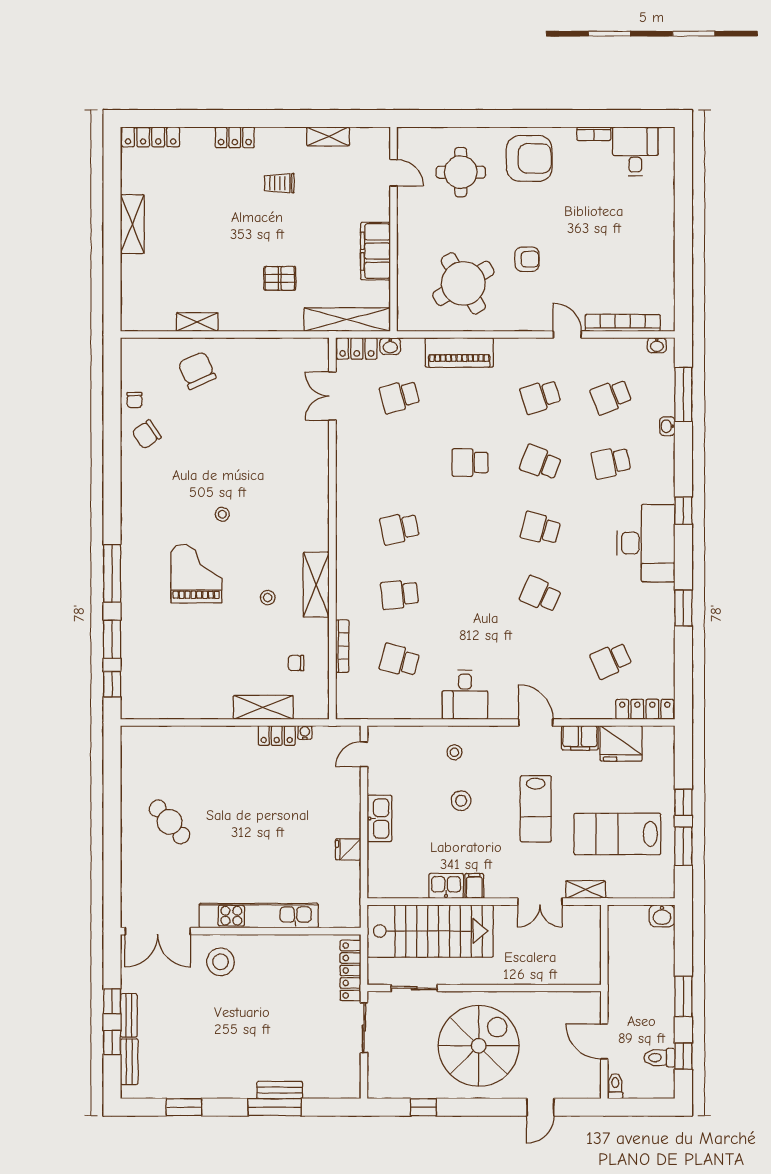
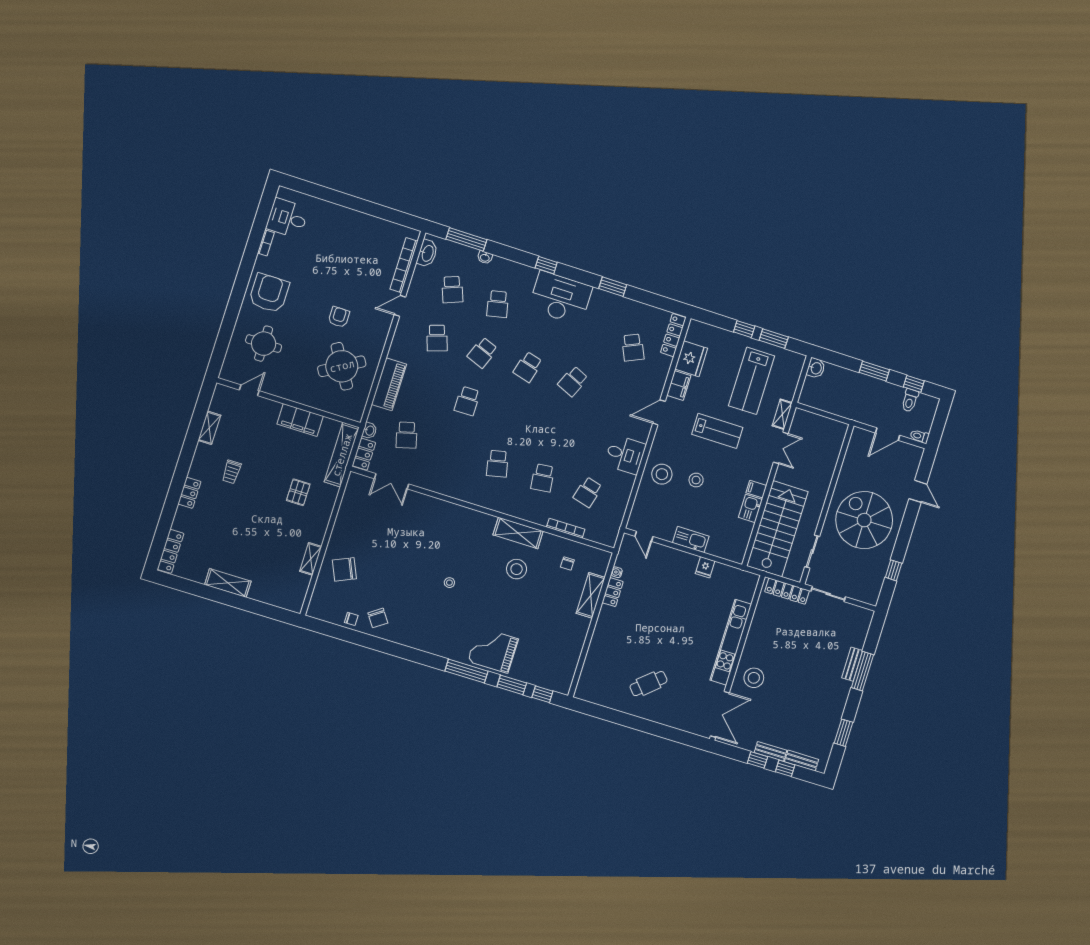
washbasin: (657, 345) -> (427, 253), width x1.91, depth x1.45
grand piano: (196, 574) -> (493, 650), moved
stool: (268, 598) -> (517, 569), width x1.89, depth x1.89
stool: (454, 752) -> (662, 474), width x1.89, depth x1.89

